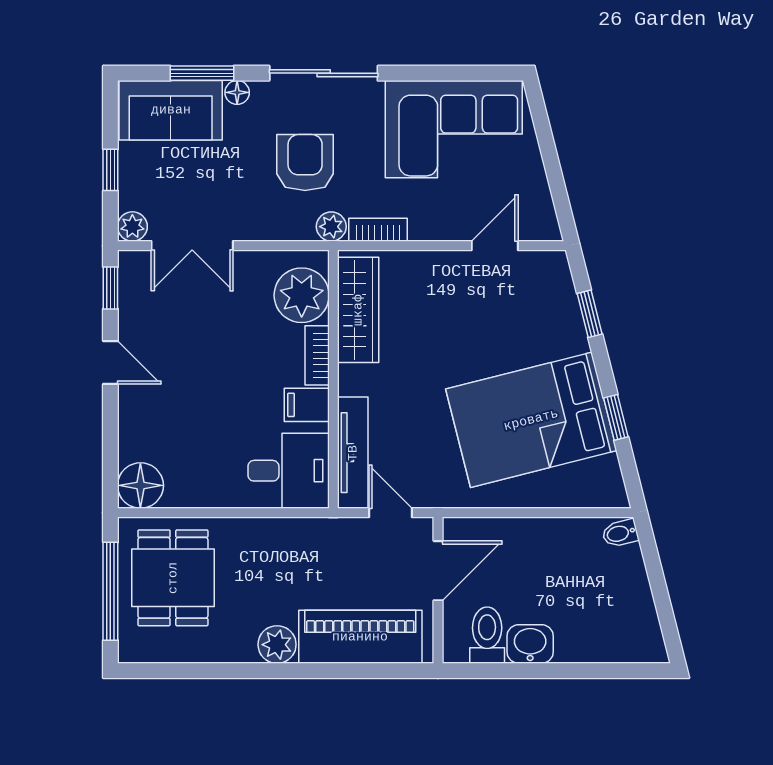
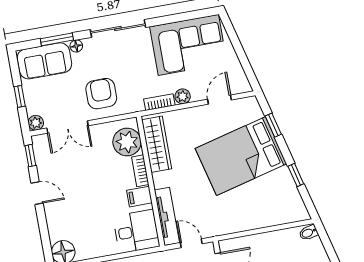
armchair: (305, 163) -> (101, 94), moved
plant: (331, 227) -> (183, 96), moved
bed: (531, 420) -> (241, 156), moved

